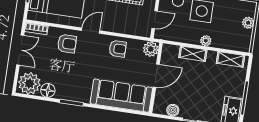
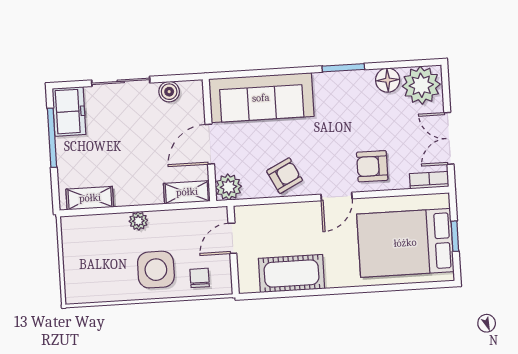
plant: (248, 23) -> (73, 267), removed
armchair: (118, 49) -> (285, 176), turned 153
shelving: (193, 54) -> (187, 192), moved

